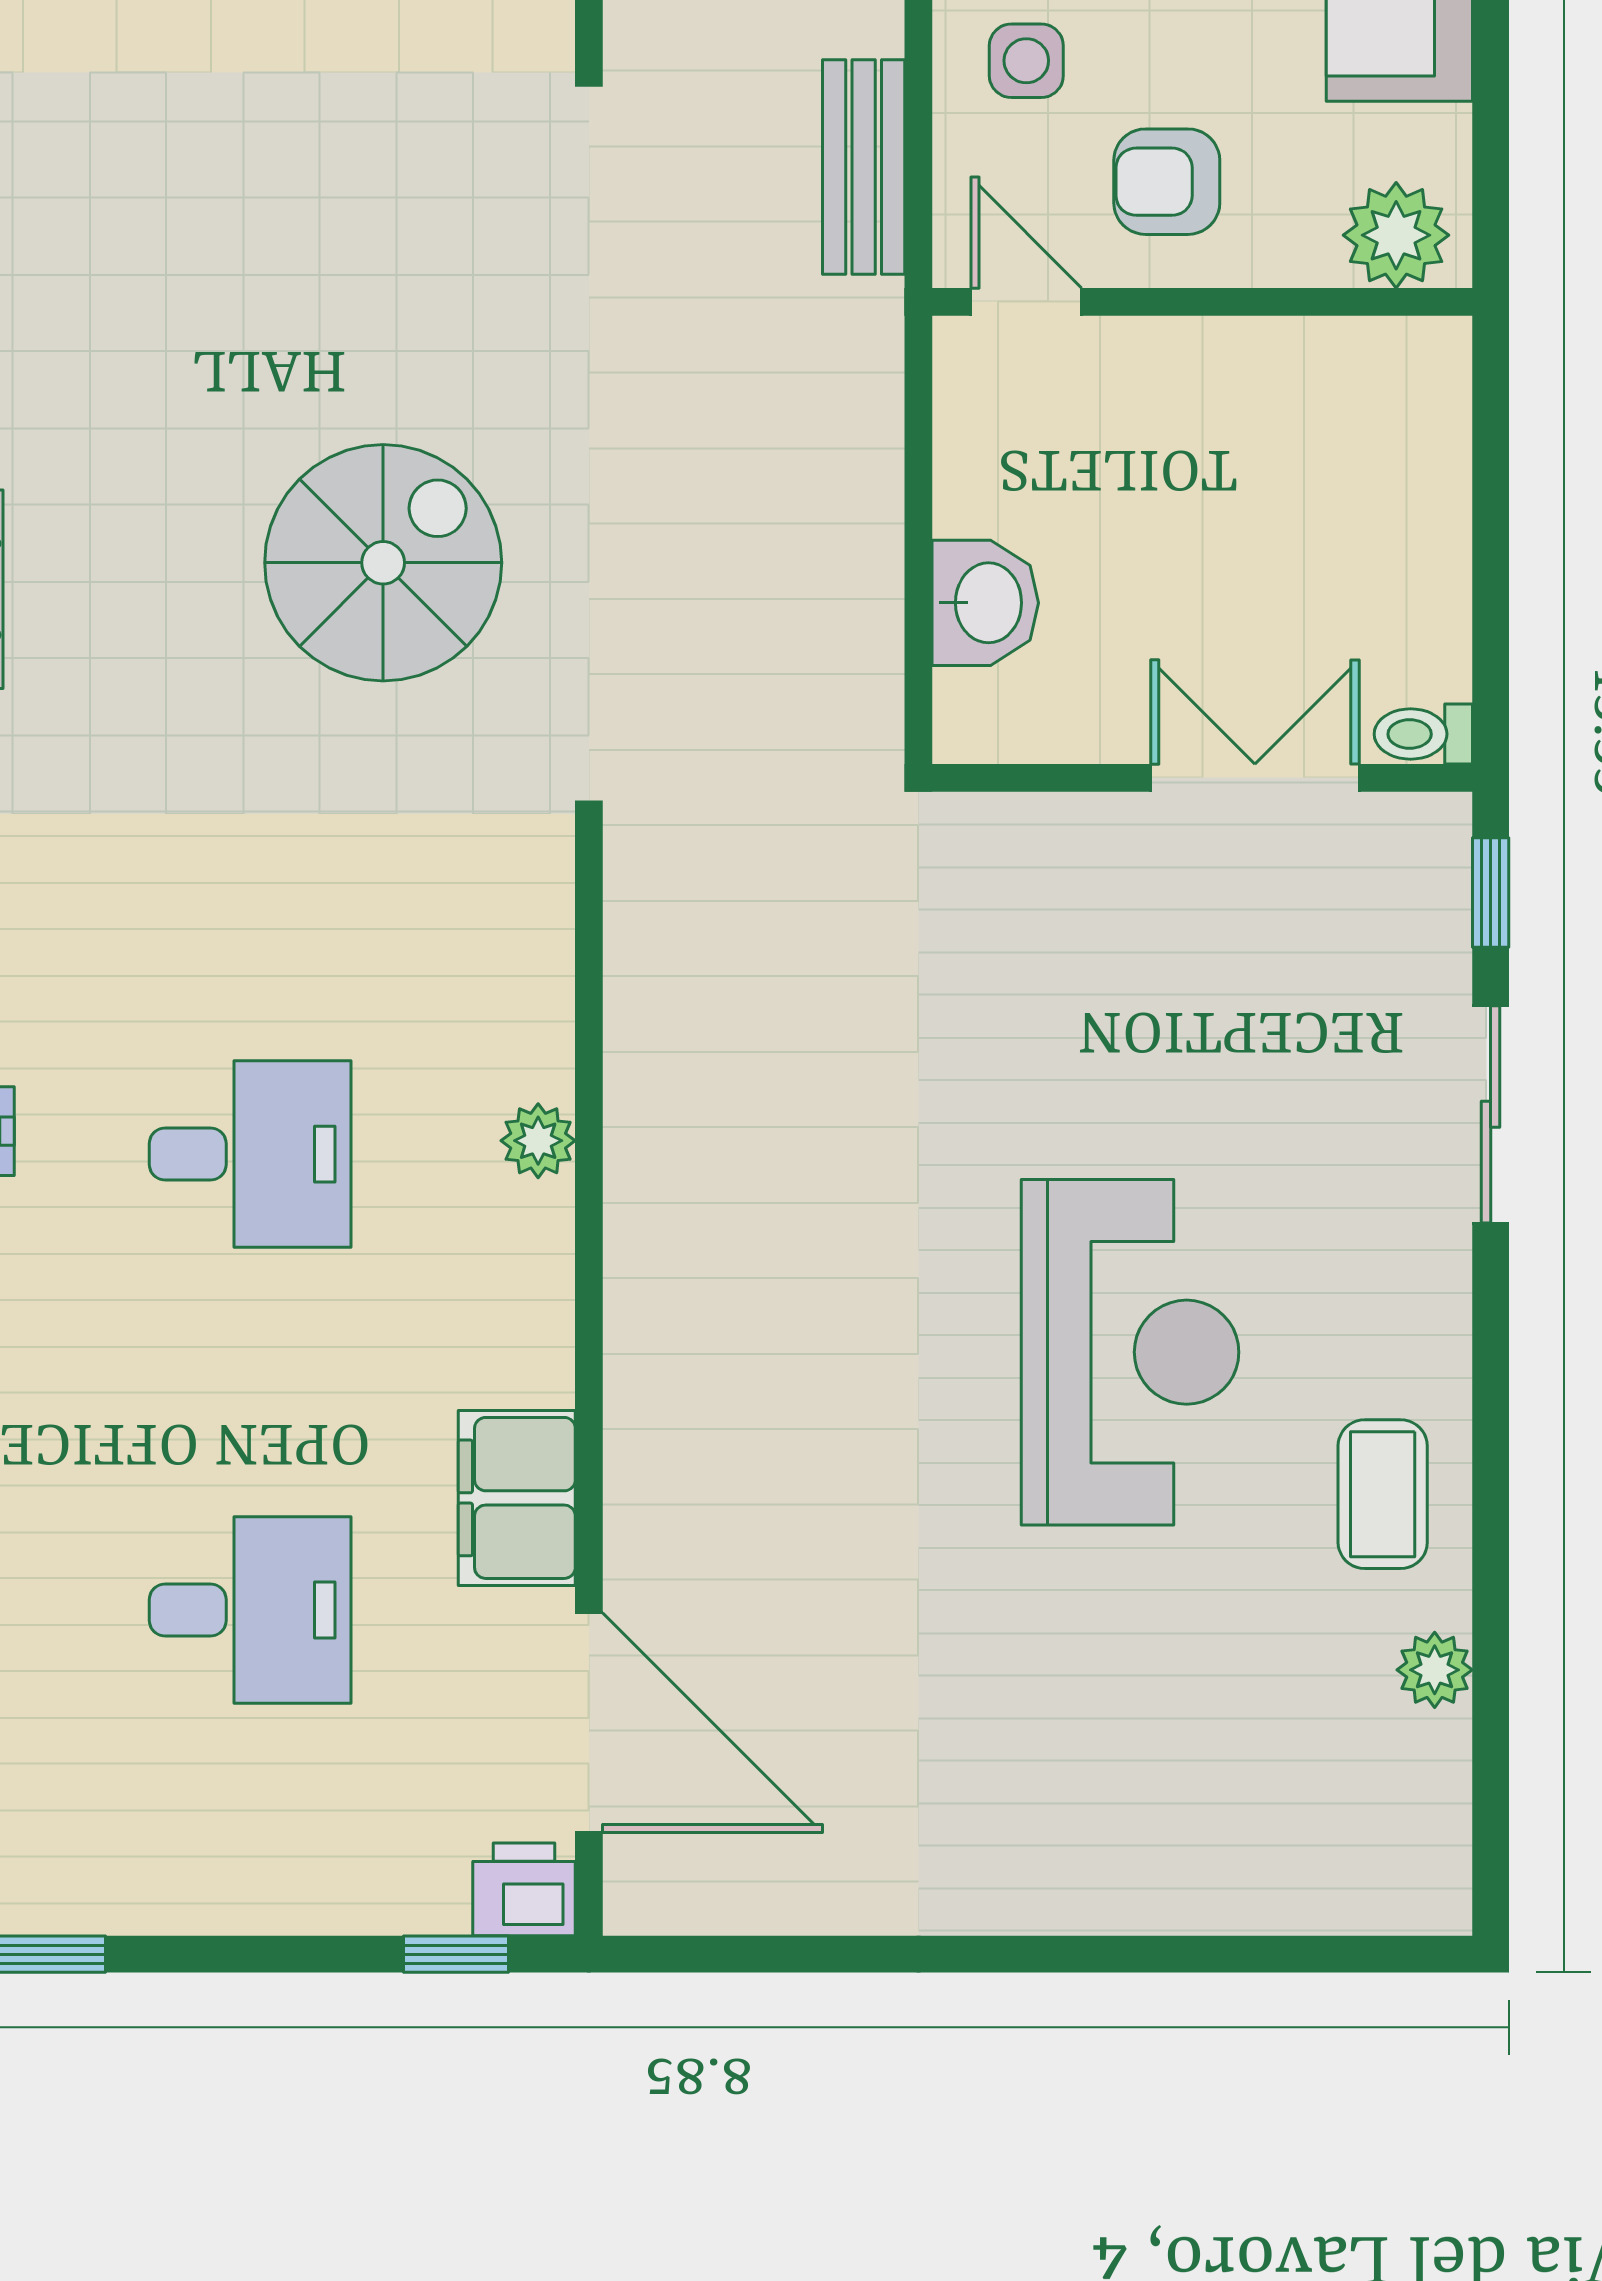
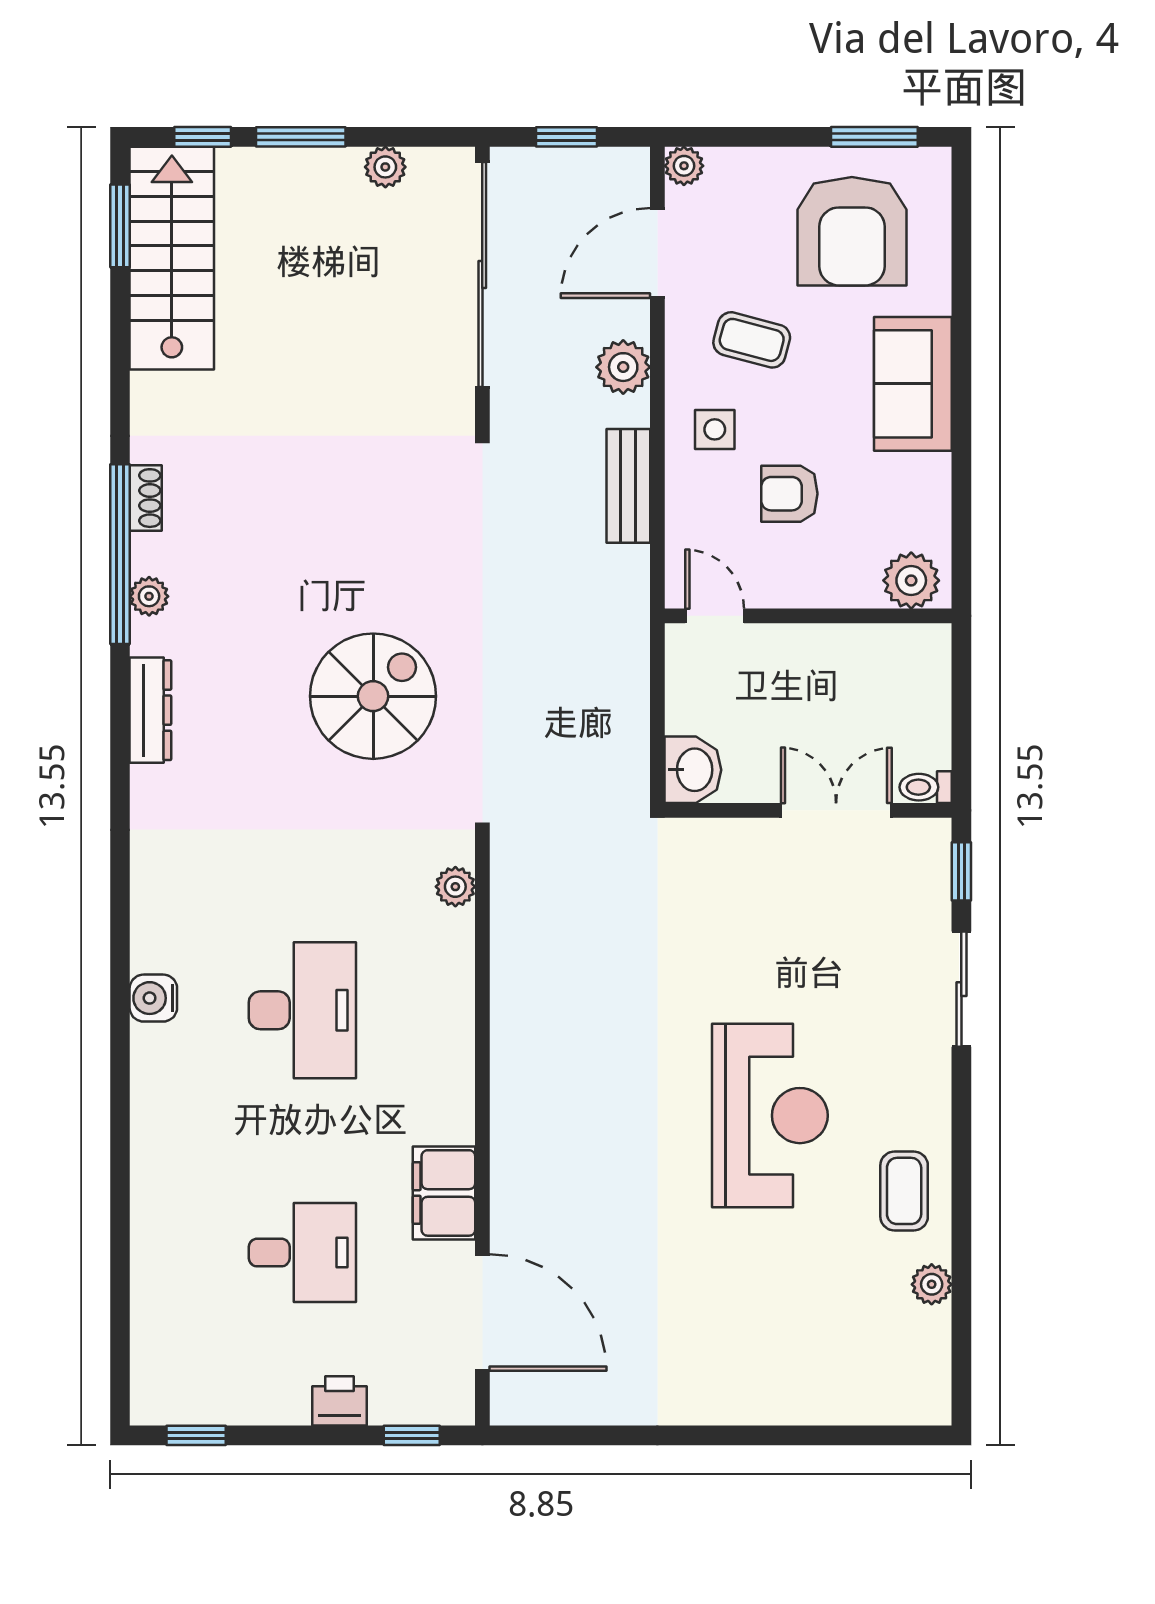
plant: (1396, 235) -> (911, 580), moved
door: (1026, 302) -> (715, 616), moved
wall: (1202, 302) -> (808, 616), moved
washbasin: (985, 603) -> (693, 770), moved
plant: (538, 1141) -> (455, 887), moved
desk: (250, 1154) -> (302, 1010), width x1.37
printer: (524, 1889) -> (340, 1401), moved

